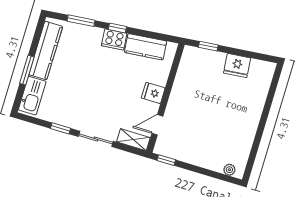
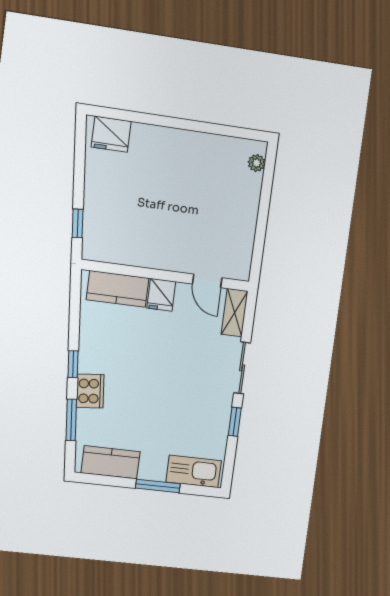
cooker: (114, 39) -> (90, 391), moved
kitchen counter: (146, 47) -> (118, 289), moved, turned 95
kitchen counter: (46, 51) -> (111, 462), width x0.67
fridge: (237, 65) -> (111, 134), moved, turned 95
window: (166, 160) -> (257, 259), removed

